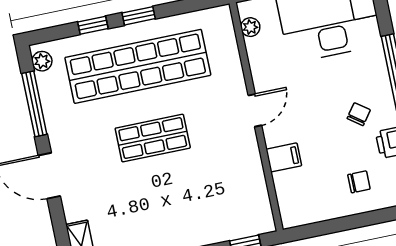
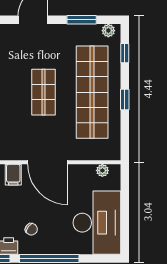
window: (93, 25) -> (125, 53), moved
window: (34, 104) -> (82, 20), width x0.69
door: (255, 110) -> (48, 162), width x1.88

